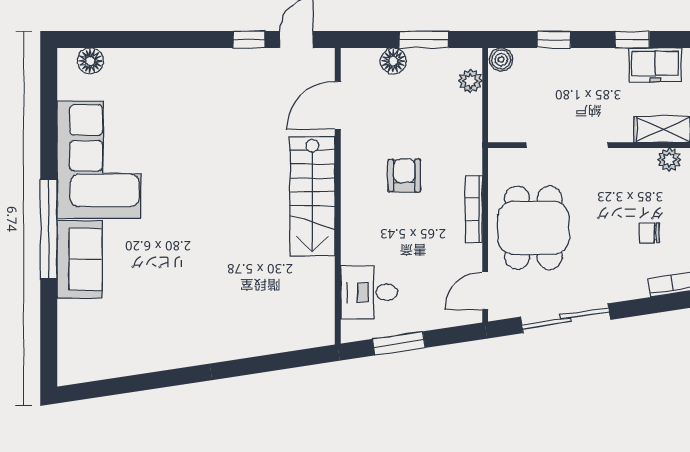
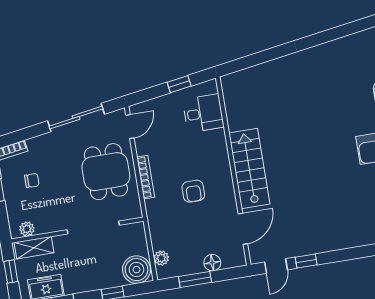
boiler: (501, 60) -> (137, 270), width x1.86, depth x1.86
window: (399, 343) -> (179, 84), width x0.67

